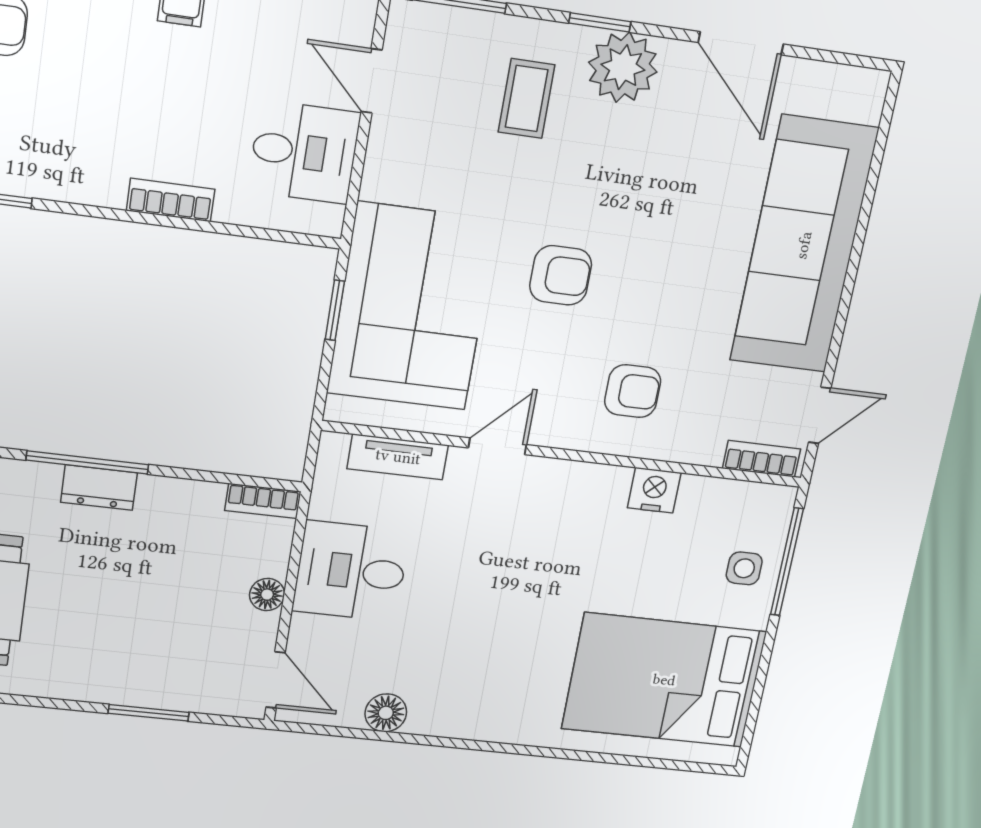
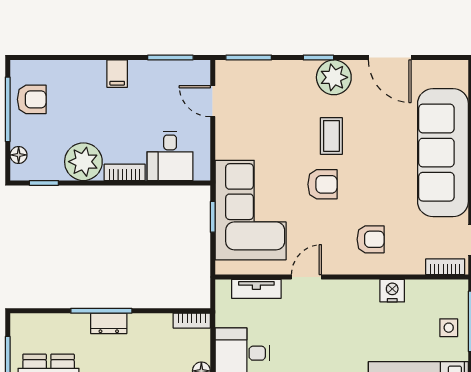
coffee table: (526, 98) -> (331, 136), moved
desk: (304, 152) -> (170, 156), moved, turned 90
plant: (88, 167) -> (83, 162), added

